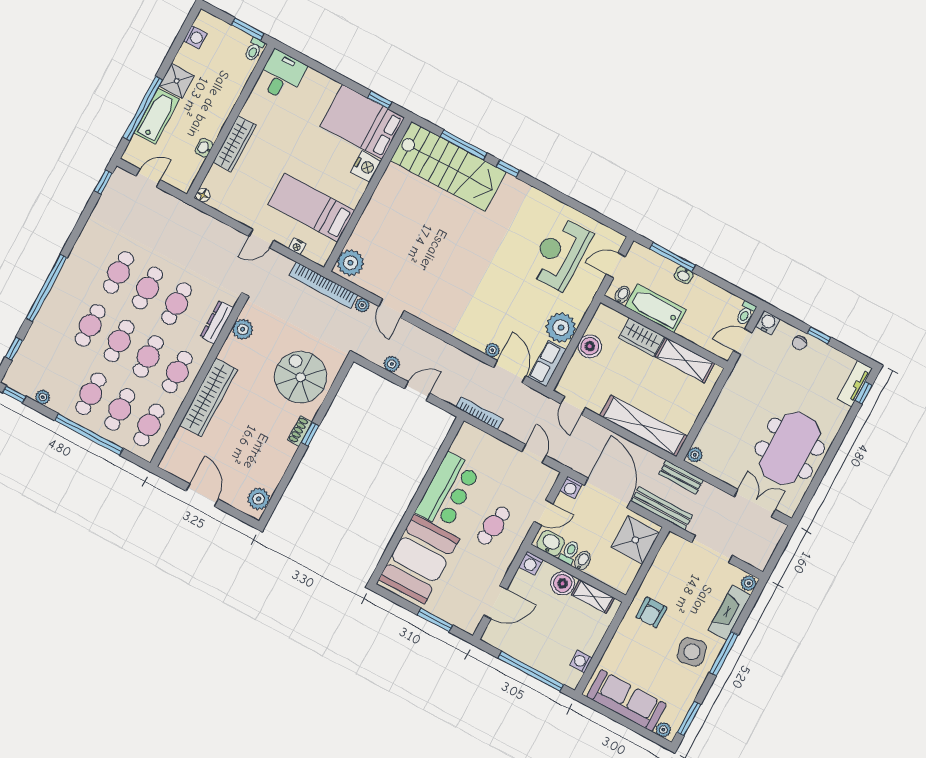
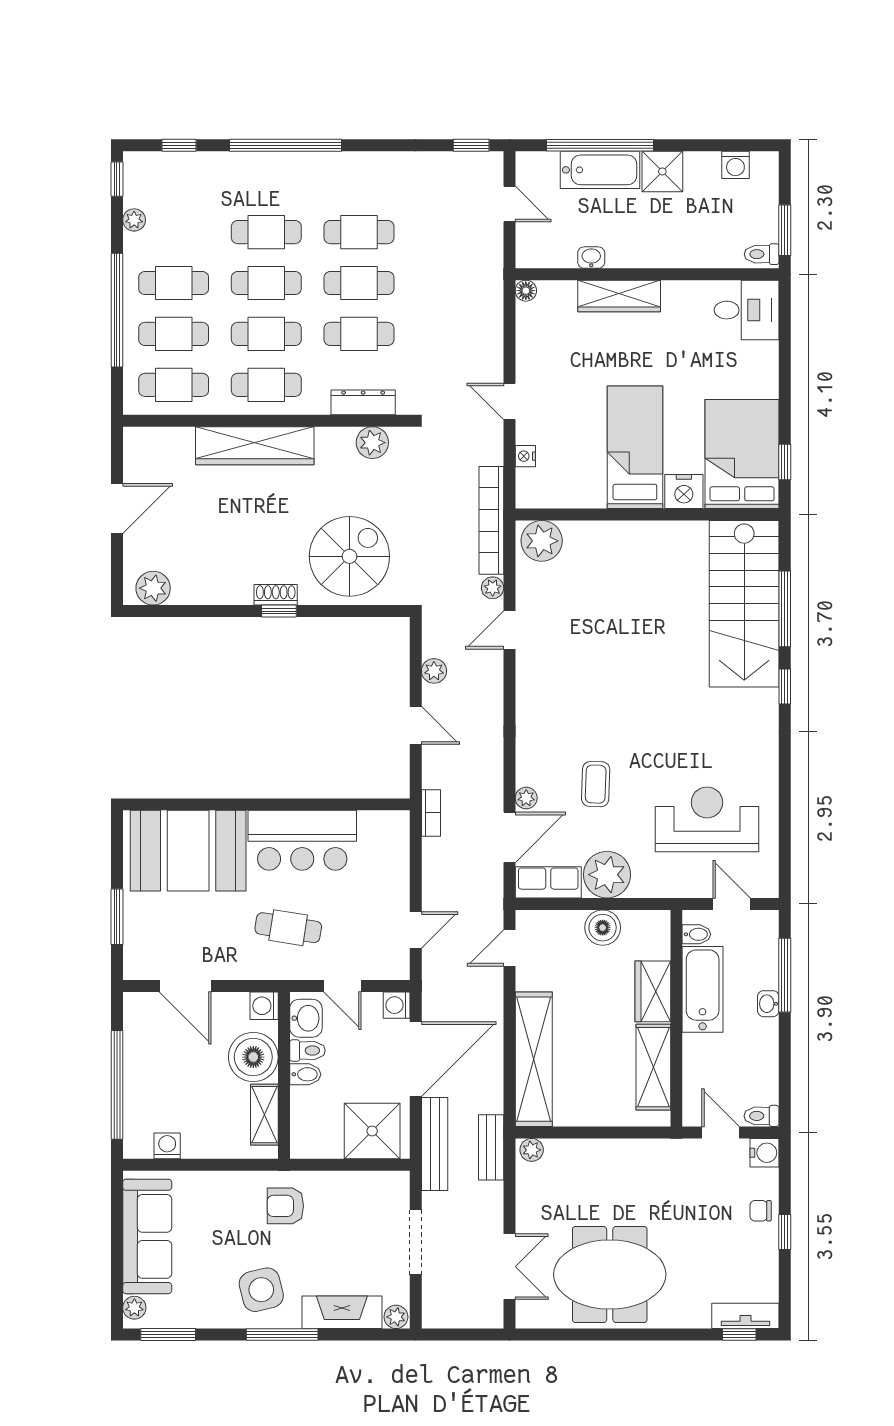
bed: (311, 207) -> (635, 447), moved
coffee table: (506, 306) -> (596, 784), added
bookcase: (479, 413) -> (431, 813), width x0.64
boiler: (563, 583) -> (253, 1057), width x1.37, depth x1.37

